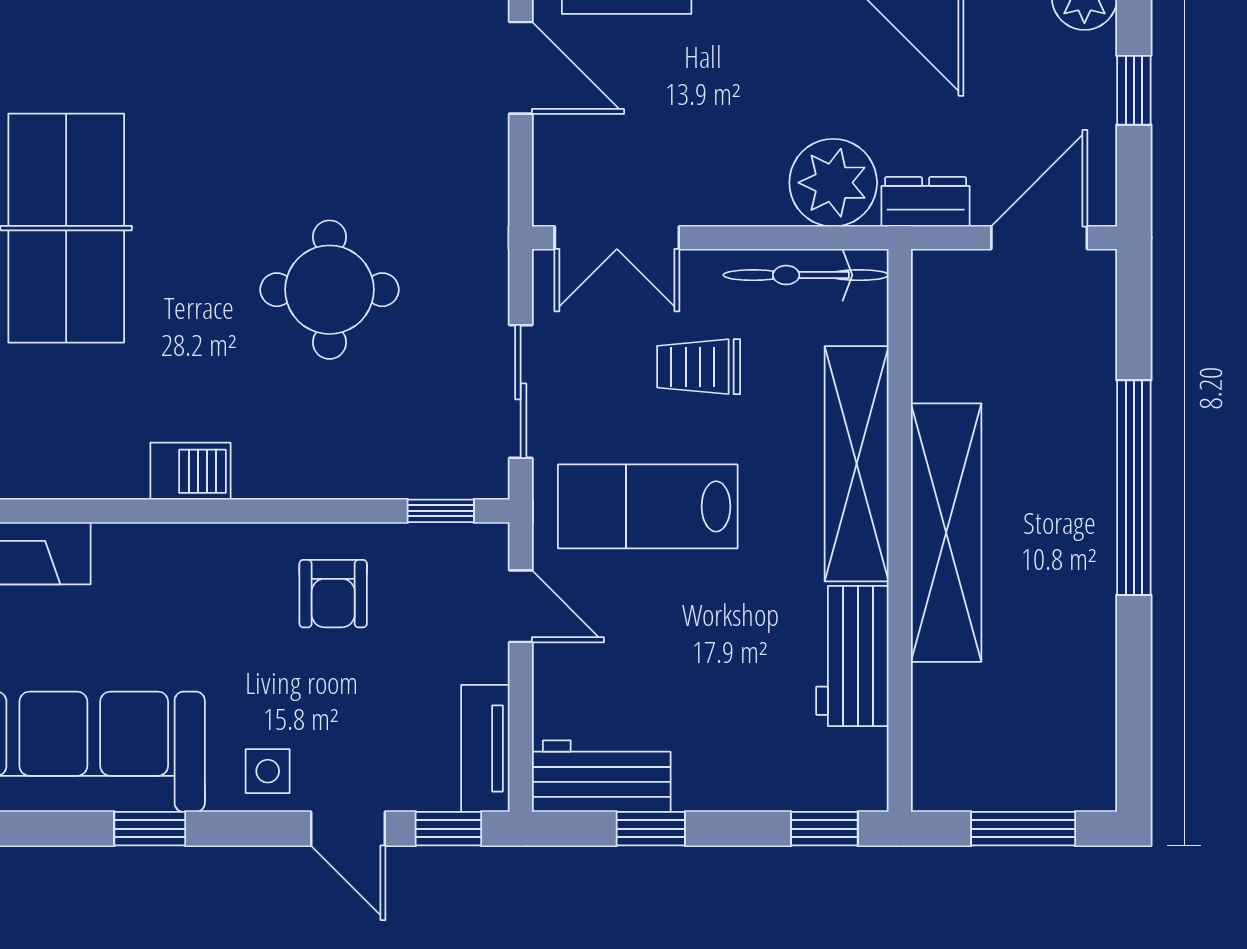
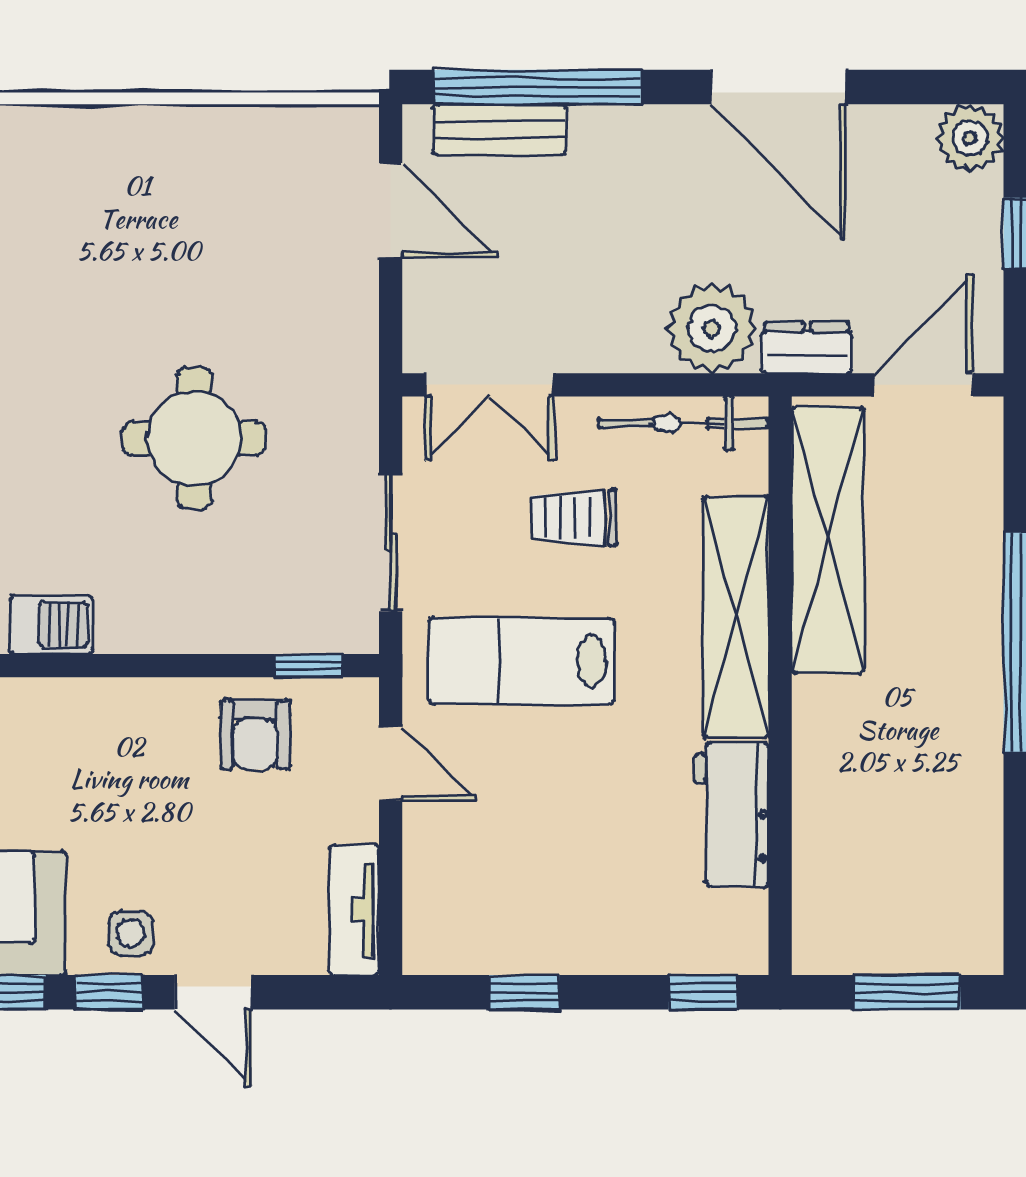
shelving: (946, 533) -> (828, 540), moved
armchair: (333, 594) -> (255, 735), moved
workbench: (601, 776) -> (473, 938), removed
window: (448, 829) -> (109, 992), moved

